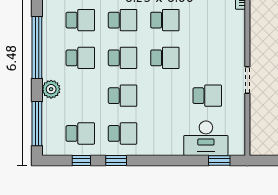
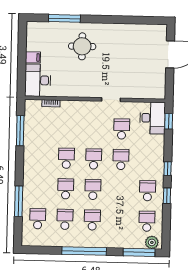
plant: (51, 89) -> (152, 242), moved
school desk: (123, 96) -> (121, 159), moved
desk: (206, 138) -> (153, 118), moved
window: (81, 160) -> (168, 169), moved

